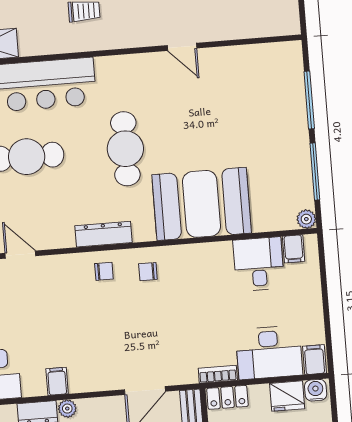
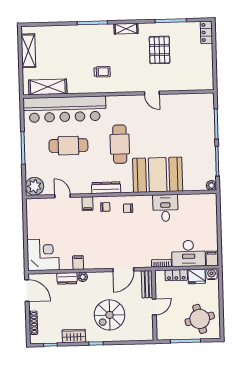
filing cabinet: (294, 249) -> (87, 204), moved
desk: (259, 264) -> (165, 208), moved
locker: (227, 397) -> (176, 275), moved

